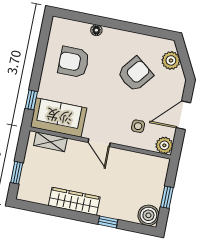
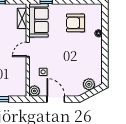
armchair: (74, 62) -> (76, 23), turned -90
armchair: (135, 74) -> (76, 63), removed

